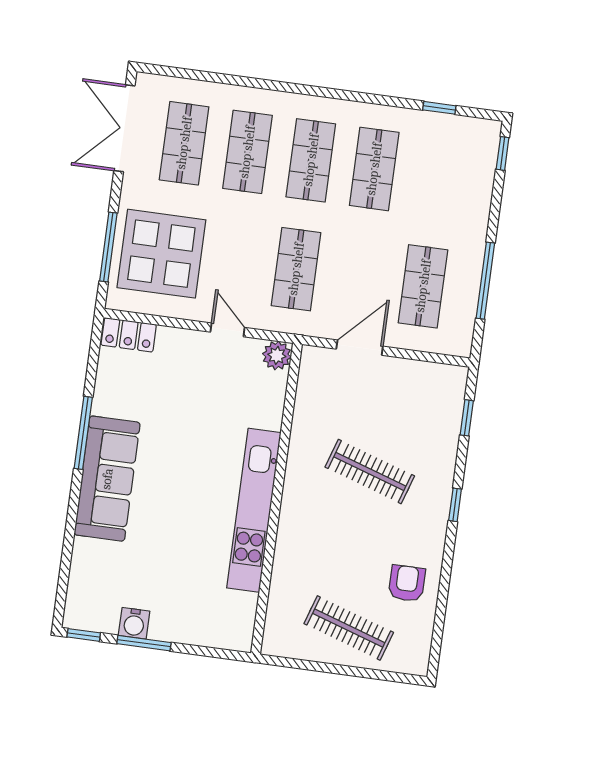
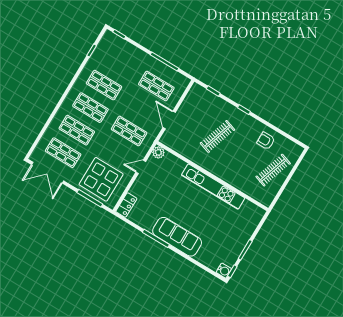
water cooler: (134, 623) -> (224, 271), moved

